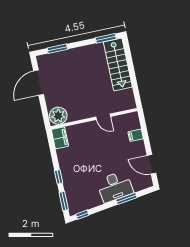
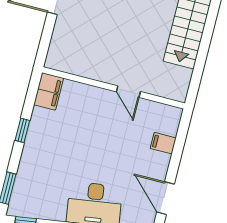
plant: (58, 116) -> (62, 57), removed
window: (59, 177) -> (22, 130), moved

